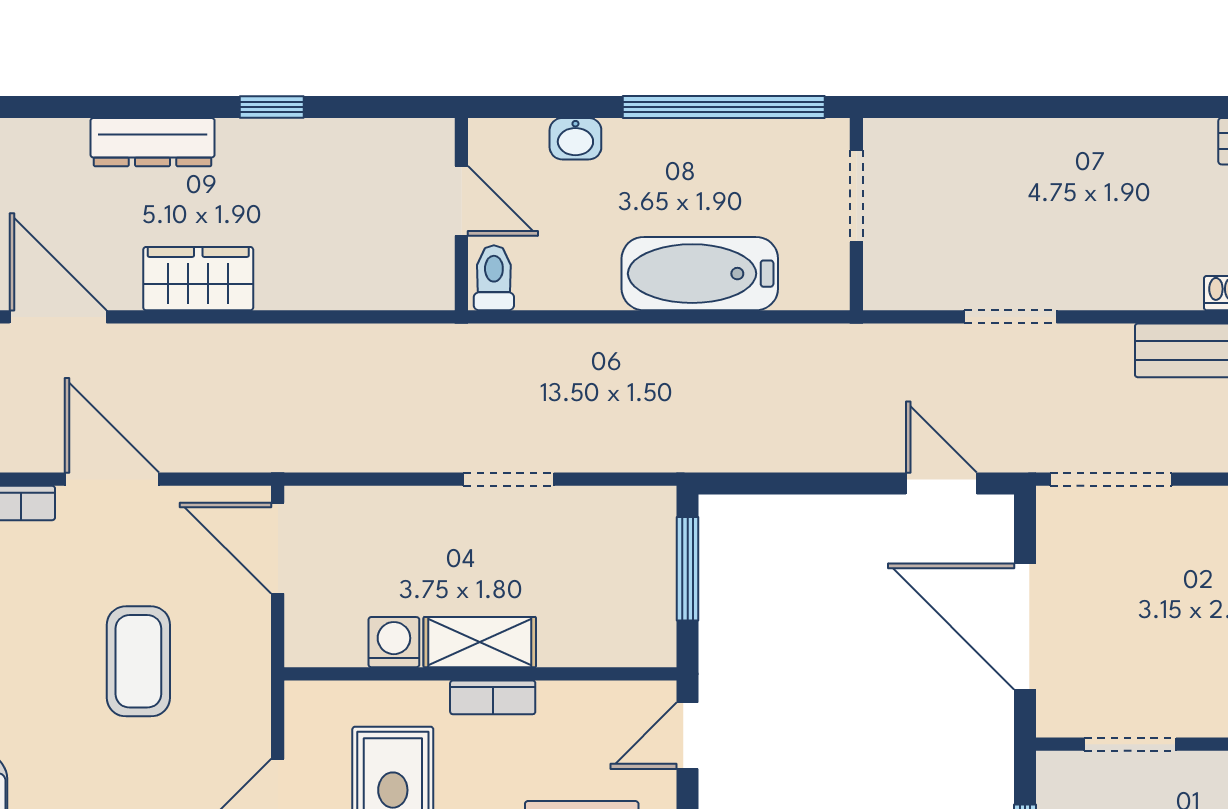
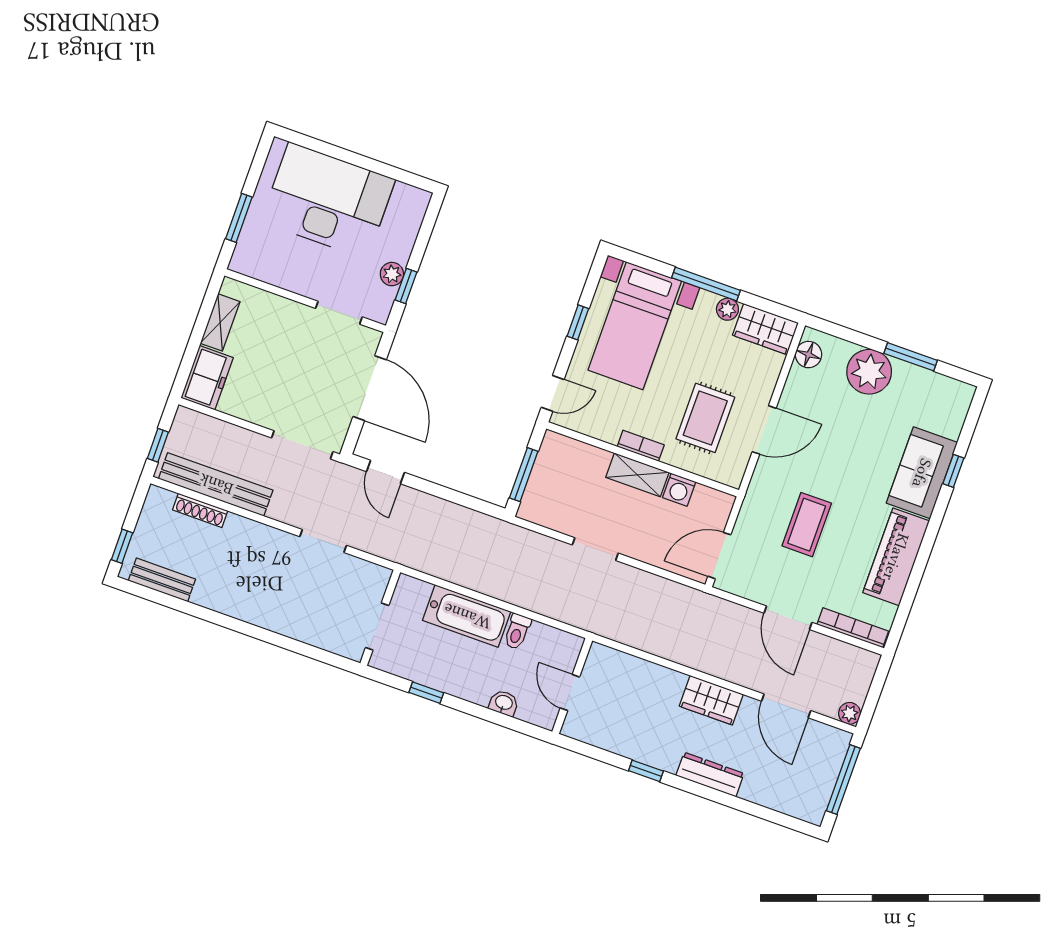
window: (724, 107) -> (426, 693), width x0.32
toilet: (494, 278) -> (517, 632), moved
door: (278, 548) -> (719, 556), swing flipped

